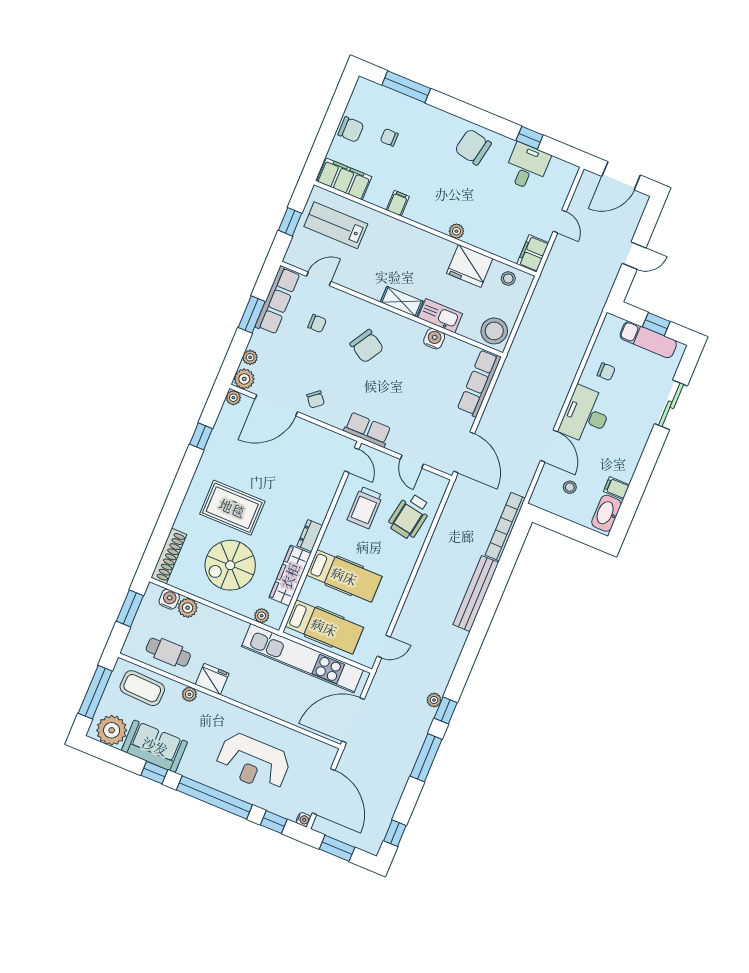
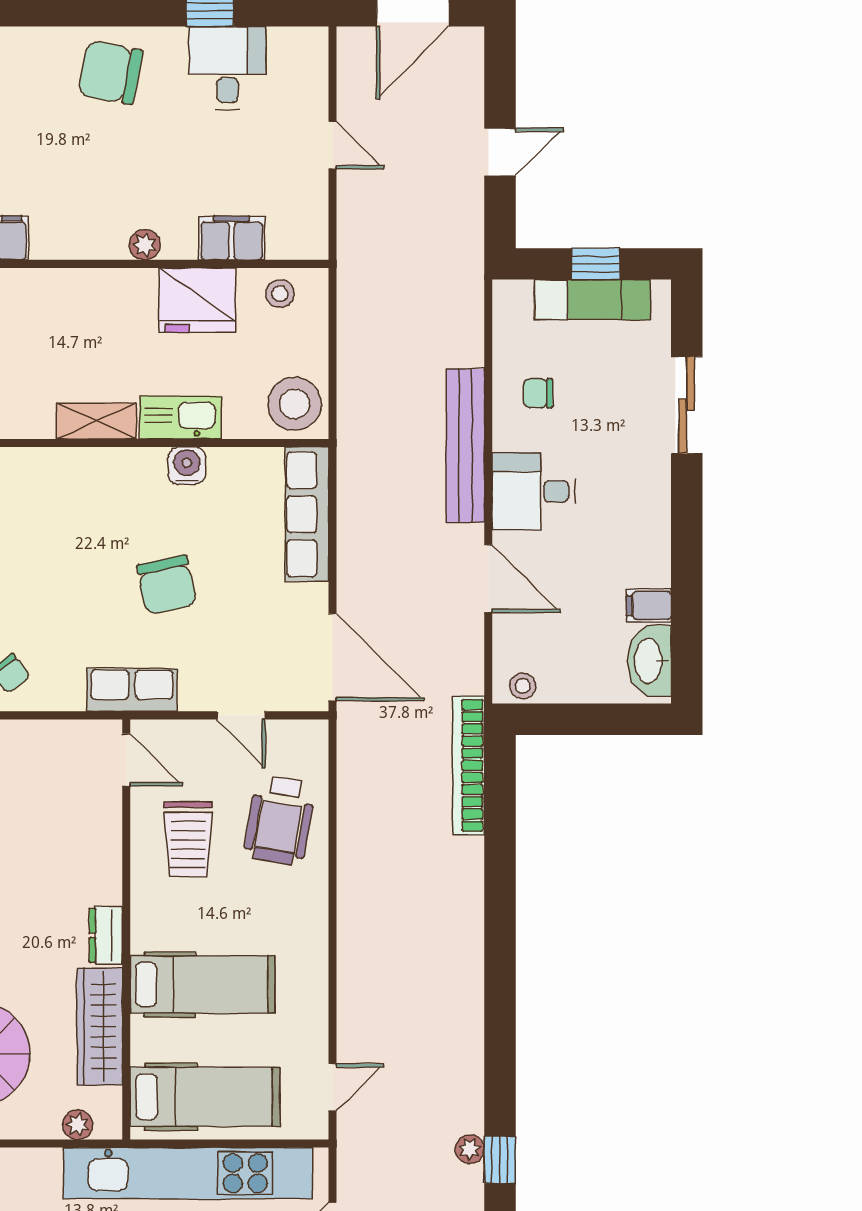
filing cabinet: (533, 253) -> (232, 238), moved, turned 90
chair: (367, 346) -> (167, 585), moved, turned 47
chair: (606, 372) -> (538, 393), turned 180
desk: (586, 415) -> (534, 491), width x0.73
stool: (570, 487) -> (523, 686), moved
bench: (476, 594) -> (465, 446), moved

